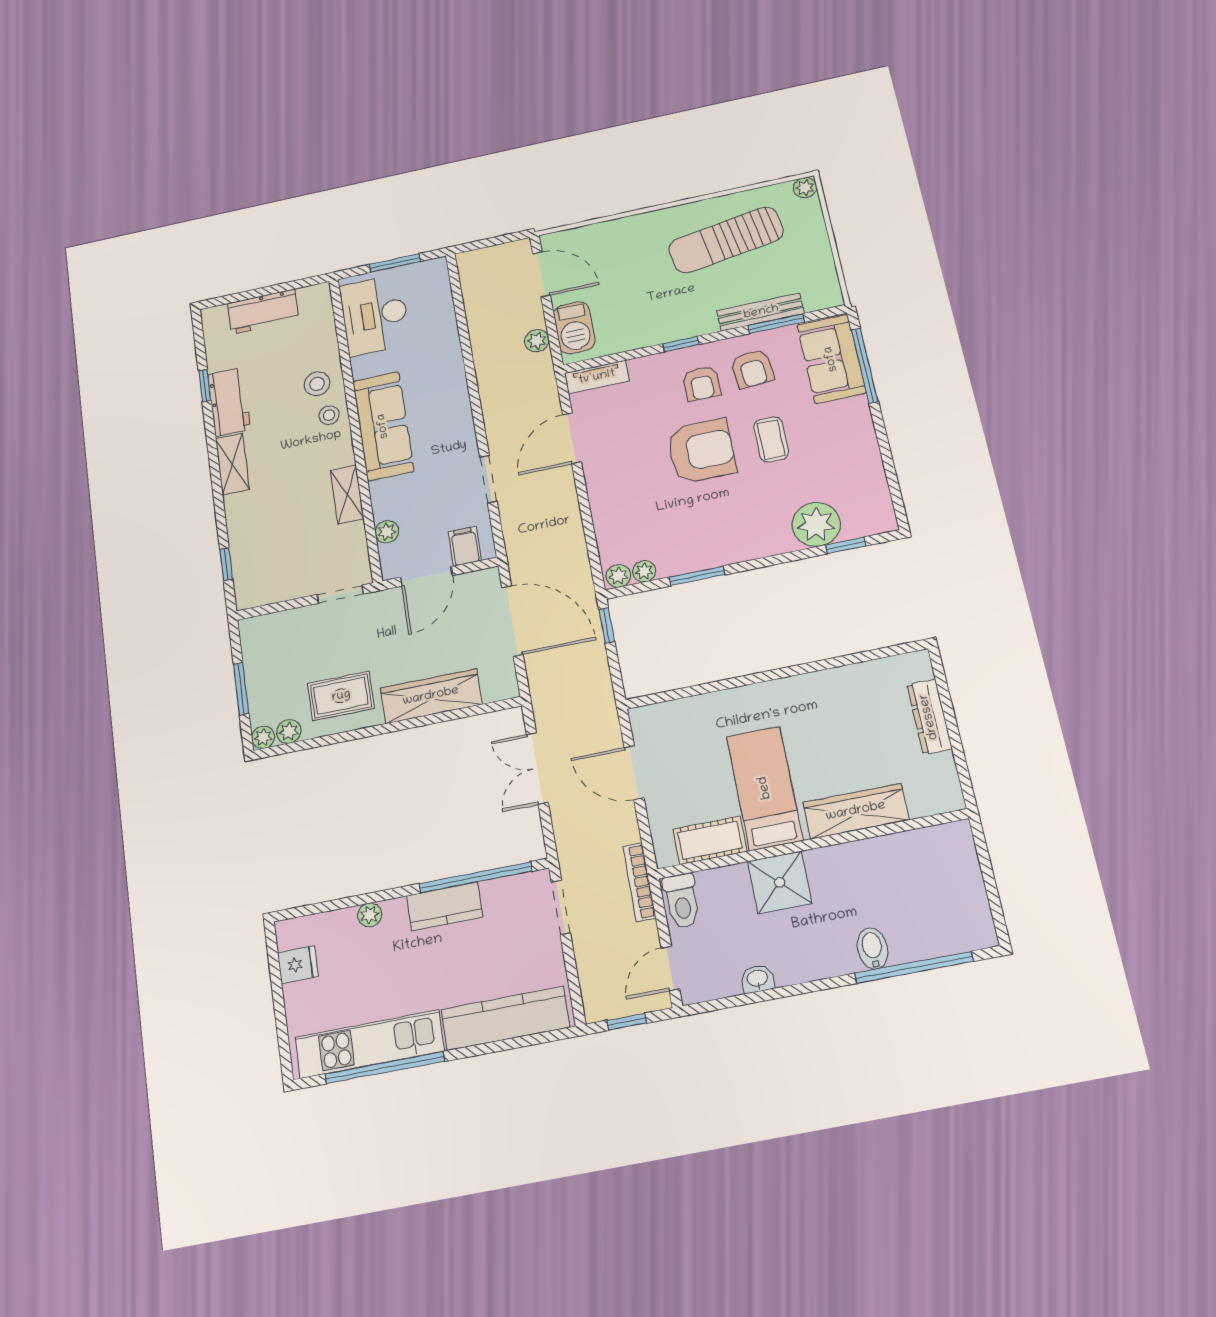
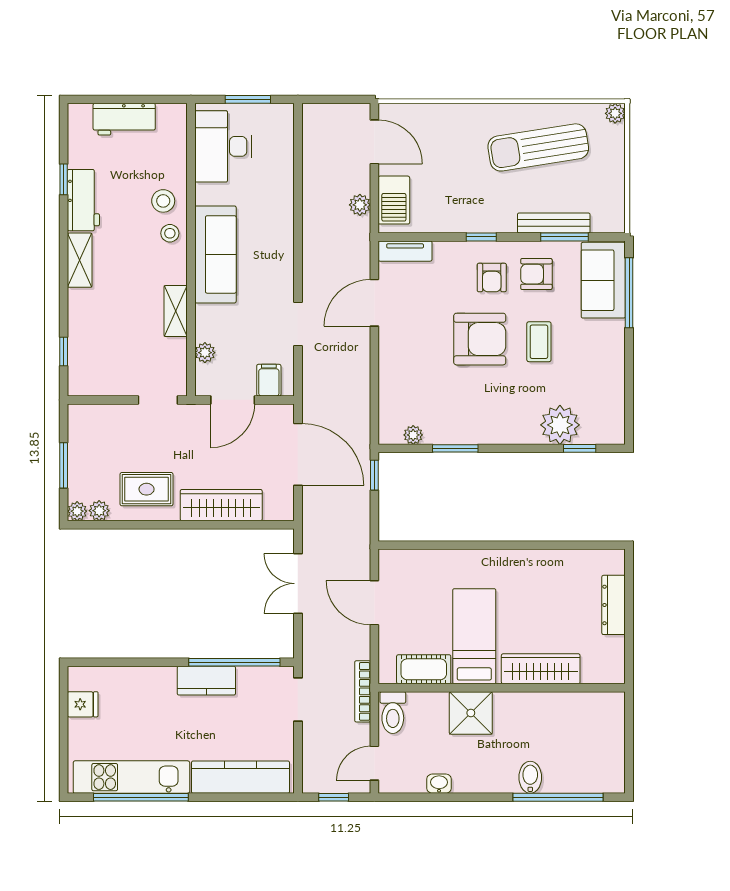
armchair: (752, 369) -> (536, 274), turned 95
plant: (618, 576) -> (391, 434), removed
plant: (370, 915) -> (145, 676), removed

